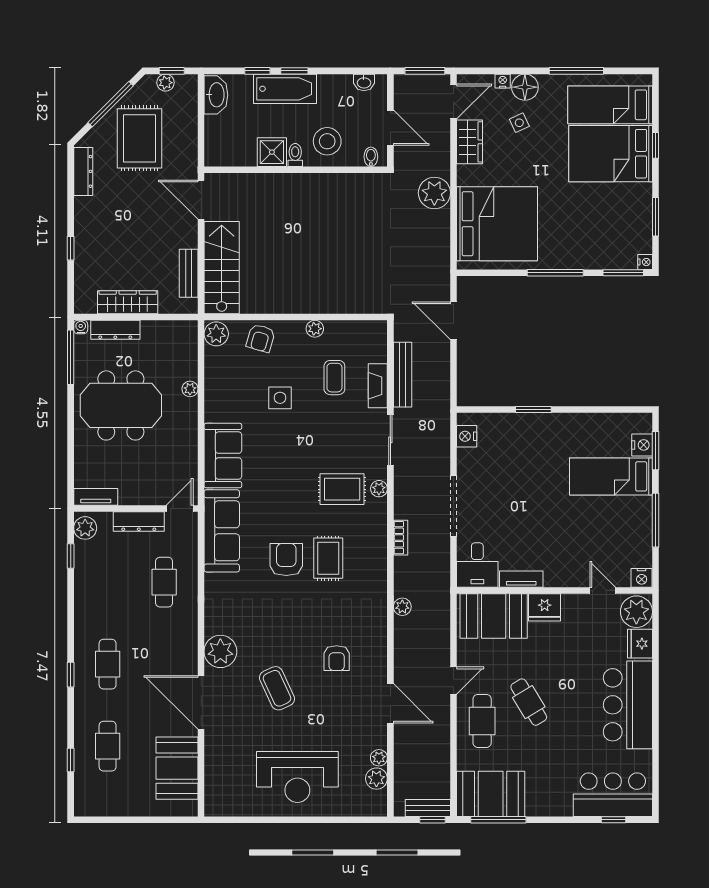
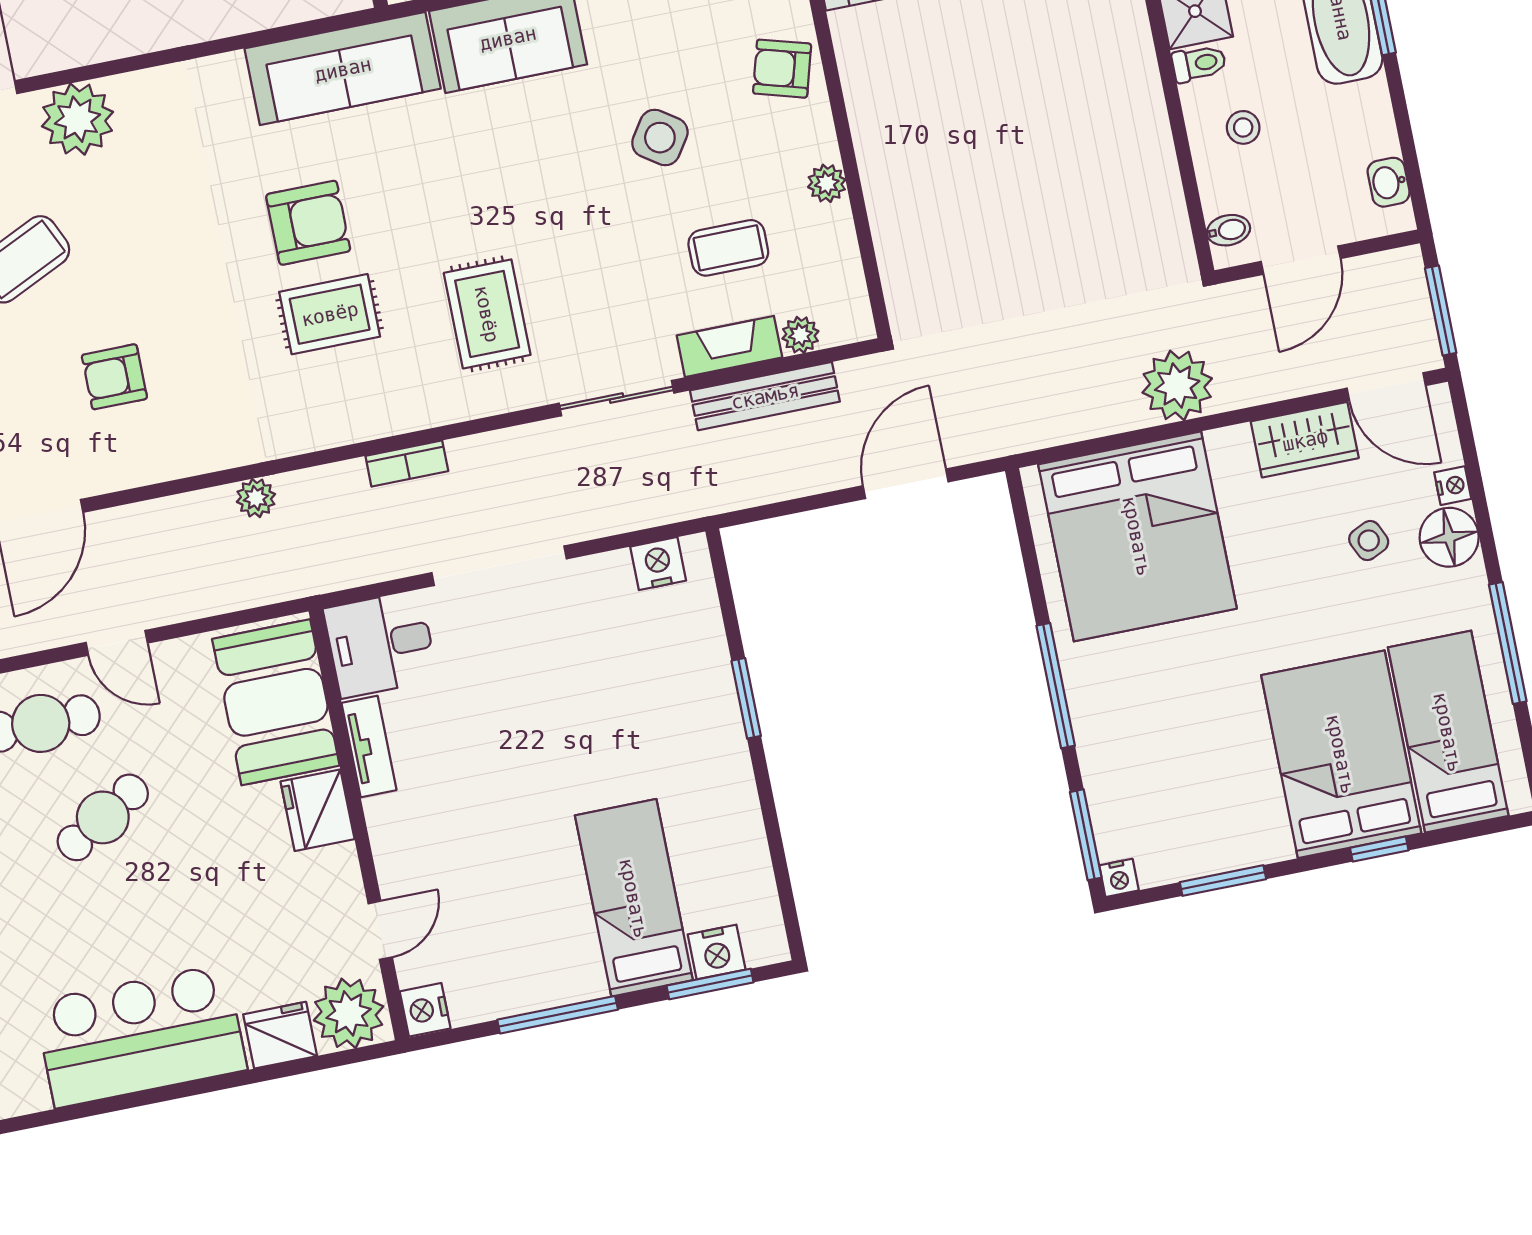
stool: (327, 141) -> (1243, 127), width x0.53, depth x0.53
side table: (280, 398) -> (660, 138), turned 34
plant: (379, 489) -> (800, 335), moved

